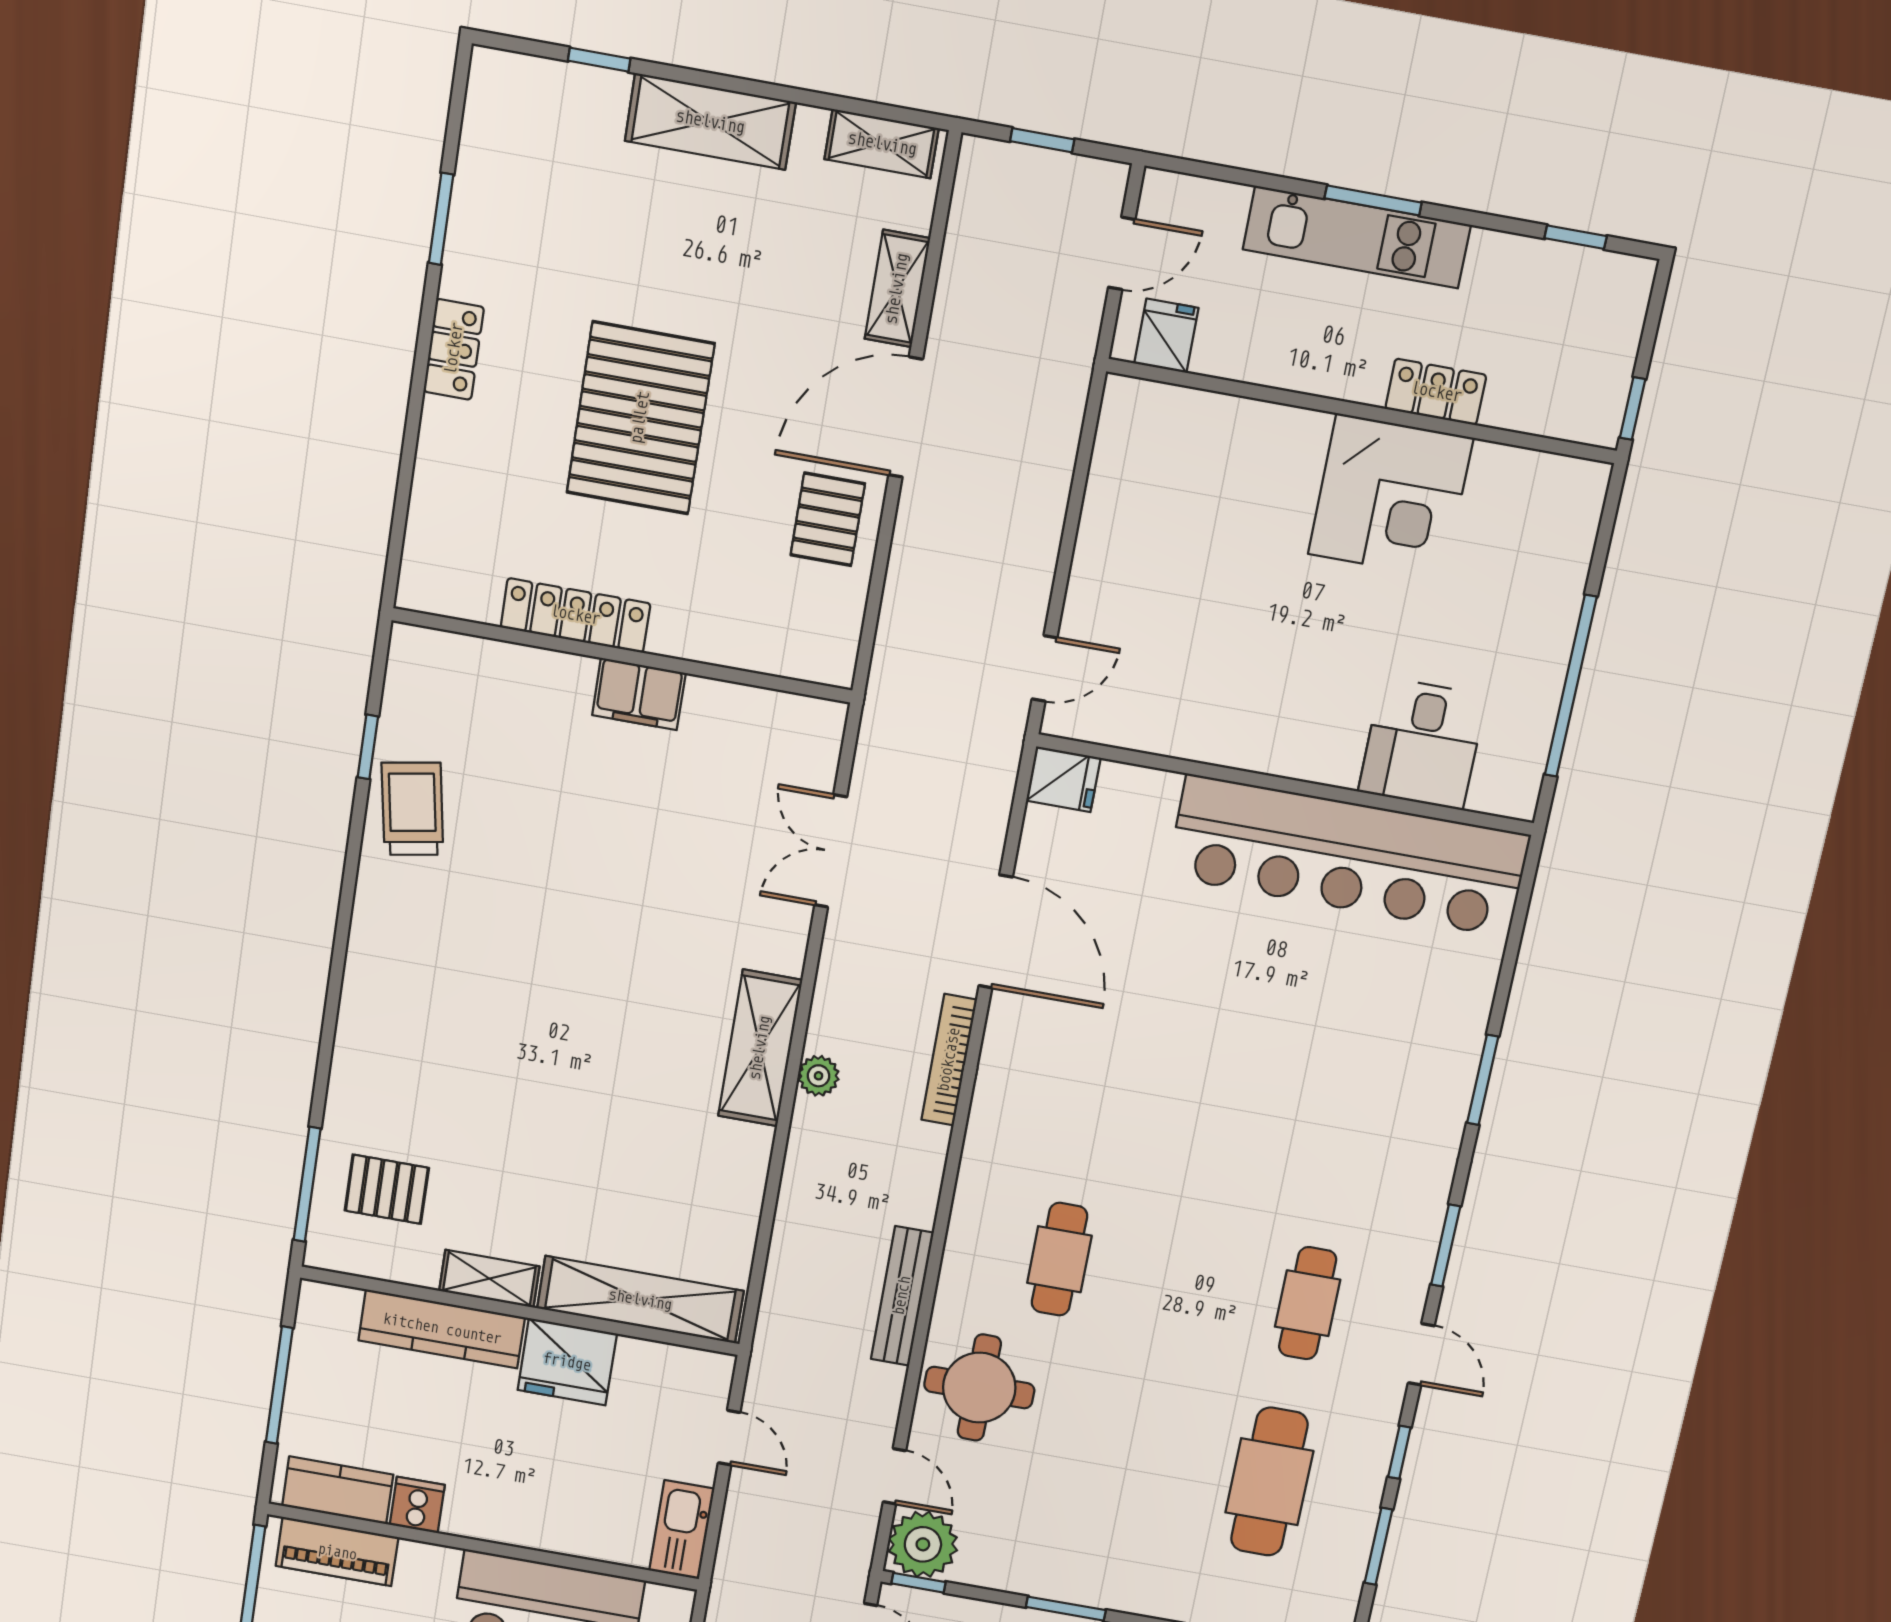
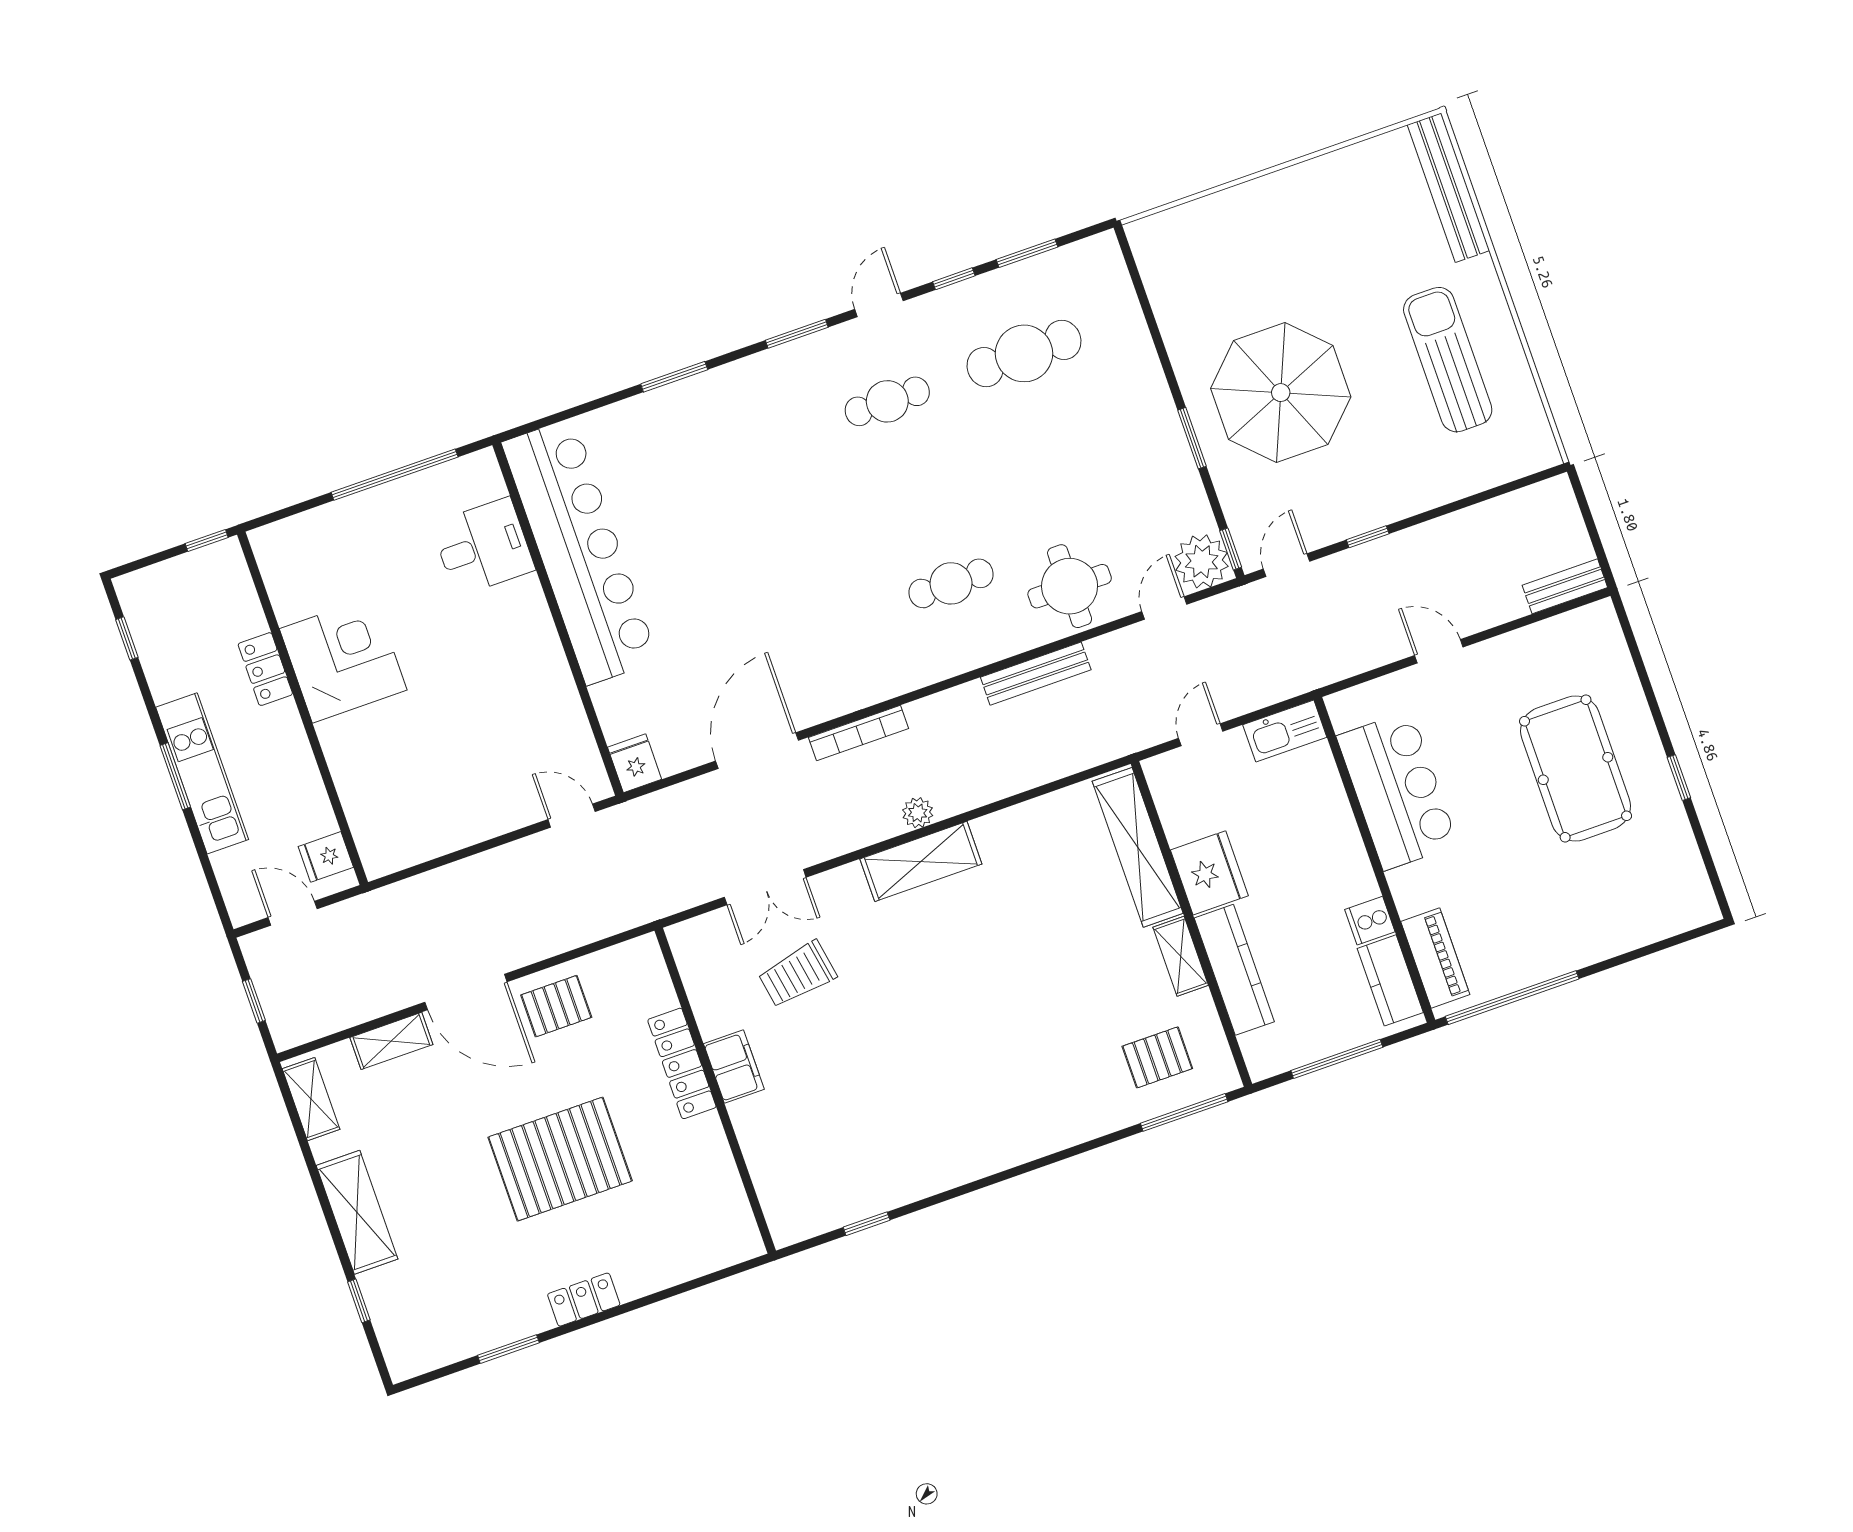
locker: (575, 615) -> (682, 1063), moved
trolley: (412, 809) -> (797, 974), moved
pallet: (387, 1189) -> (1157, 1057), turned 90

